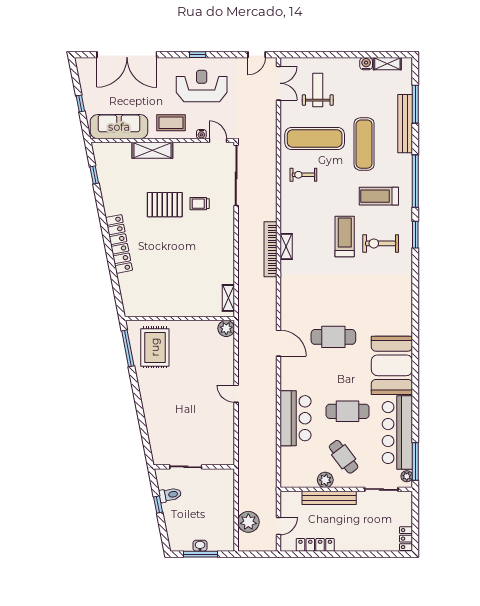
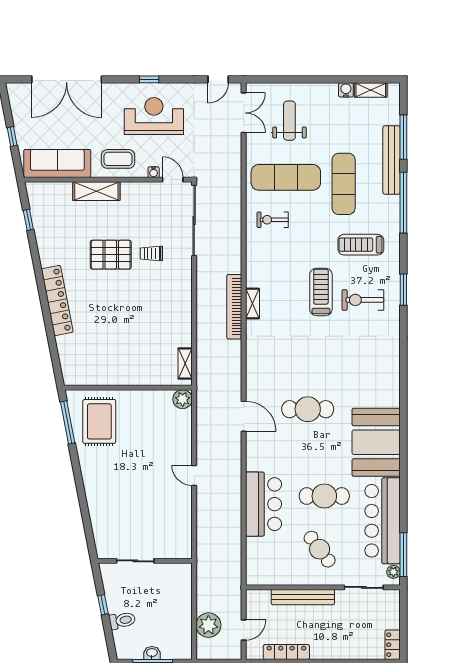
window: (415, 181) -> (403, 203), moved
plant: (325, 480) -> (298, 576), removed
toilet: (170, 495) -> (122, 620), moved

